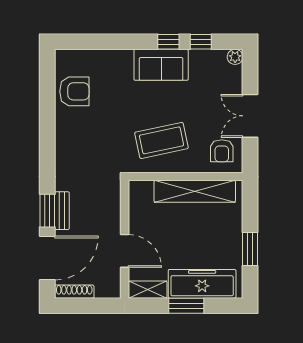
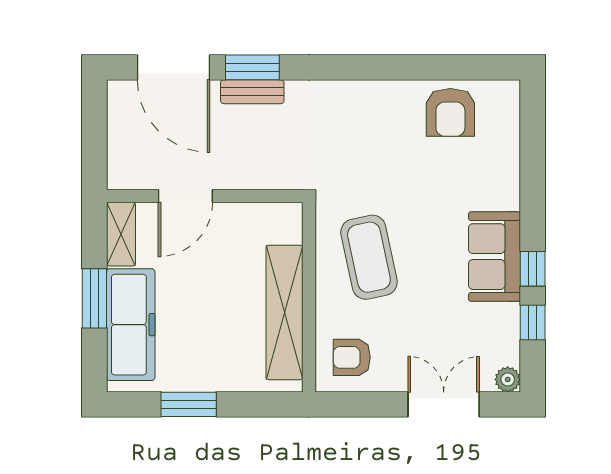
double door: (250, 116) -> (444, 404), moved
shoe rack: (74, 292) -> (118, 112), removed

